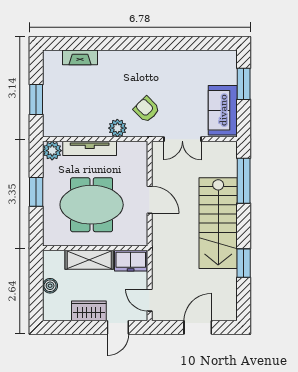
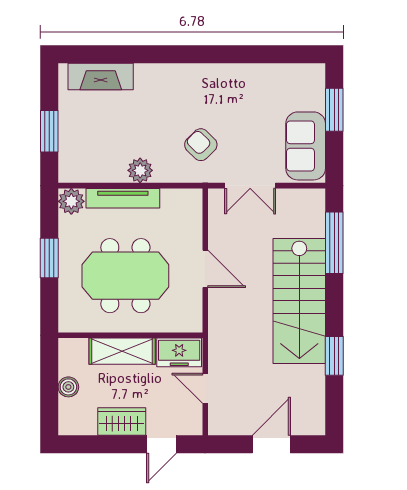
fireplace: (80, 57) -> (101, 77), width x1.37, depth x1.32
plant: (117, 128) -> (140, 170), moved
door: (150, 300) -> (205, 388), moved

